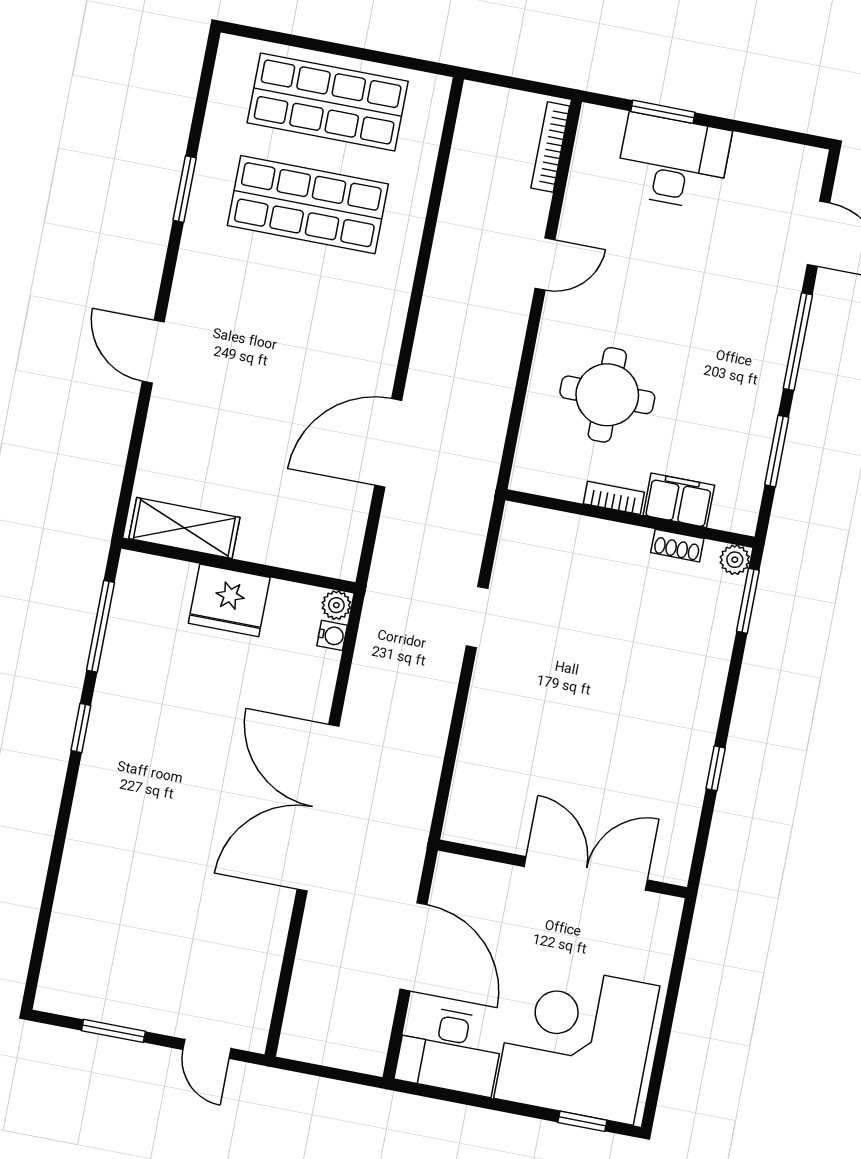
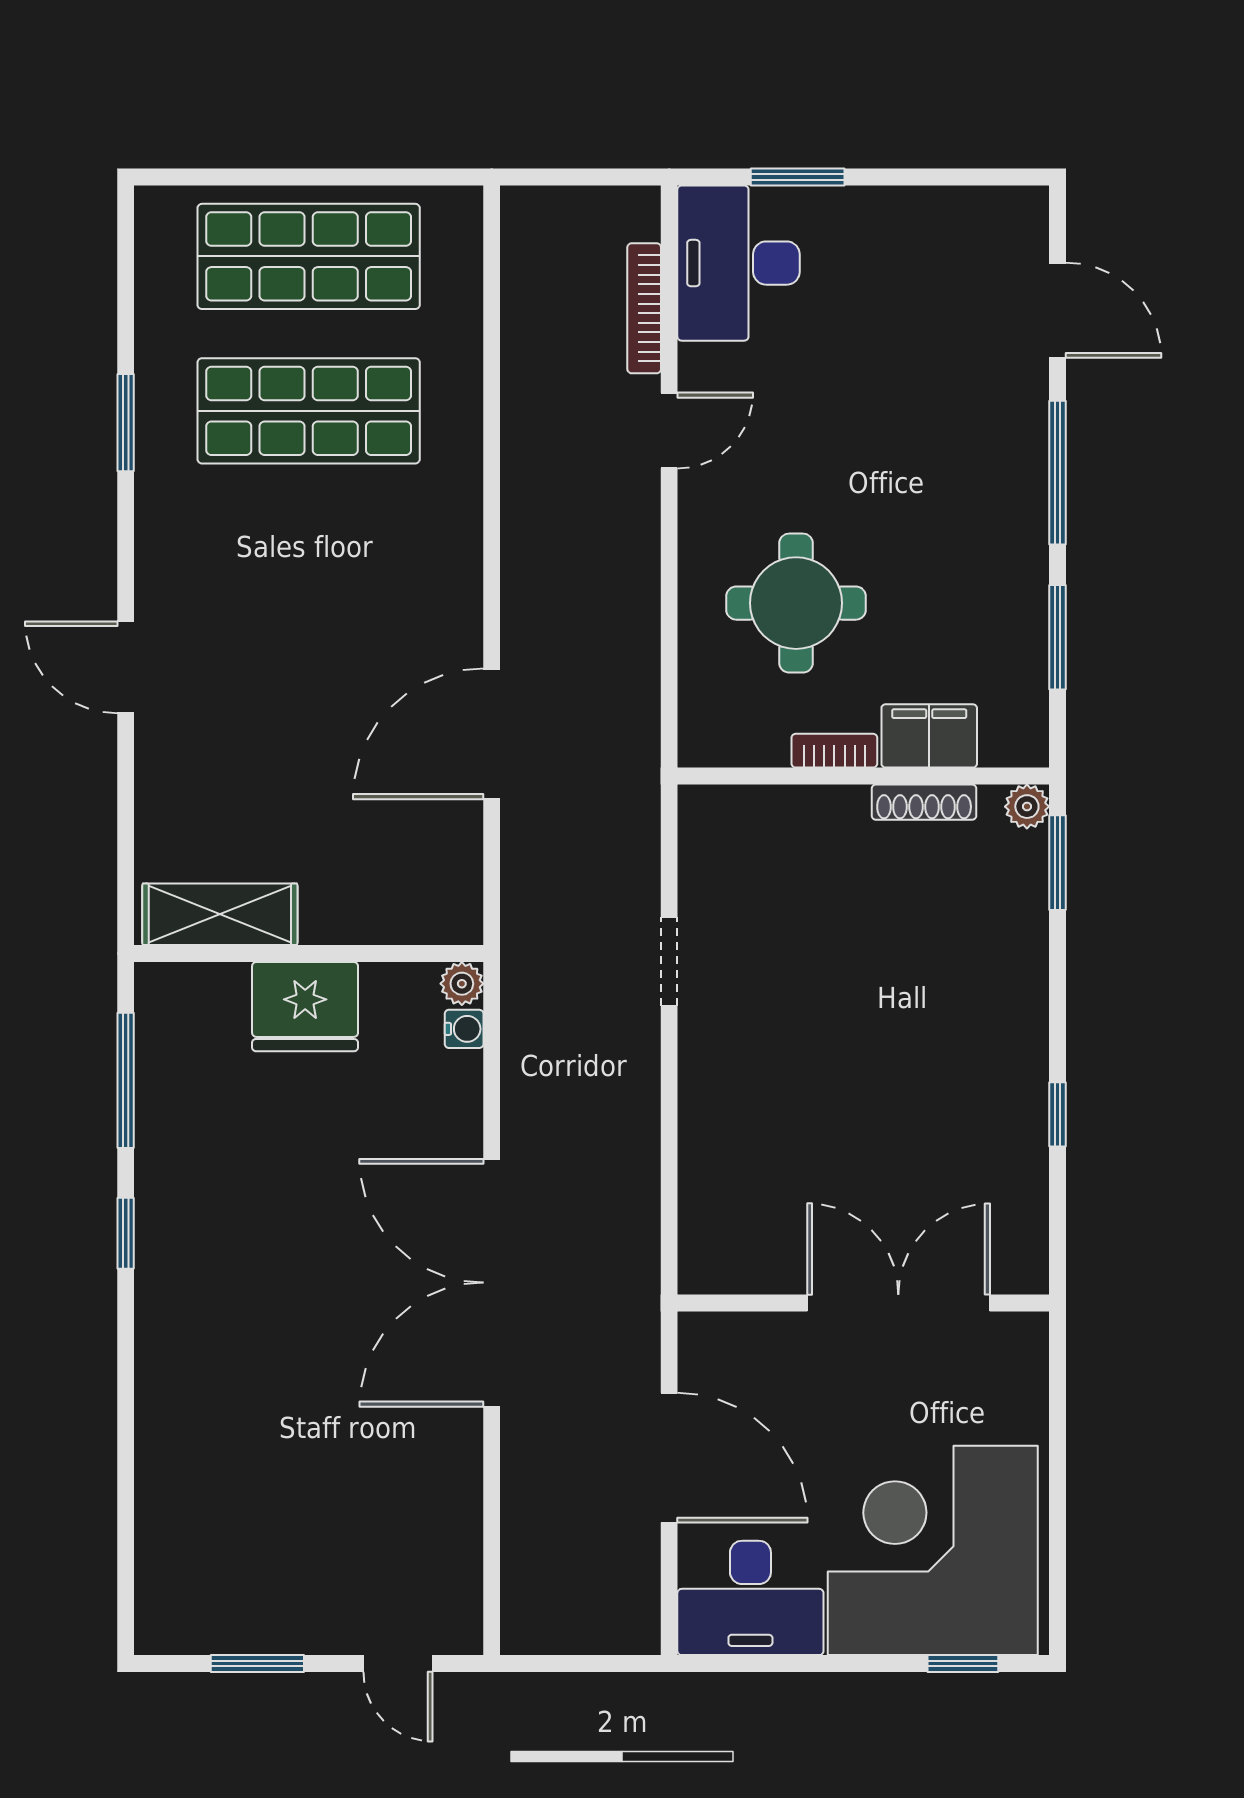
bookcase: (550, 147) -> (644, 308), moved
desk: (673, 162) -> (739, 263), moved, turned -90
shoe rack: (677, 546) -> (924, 802), width x1.43

